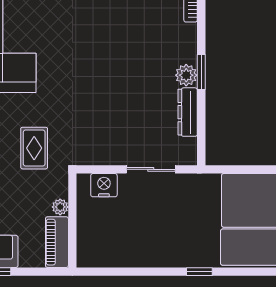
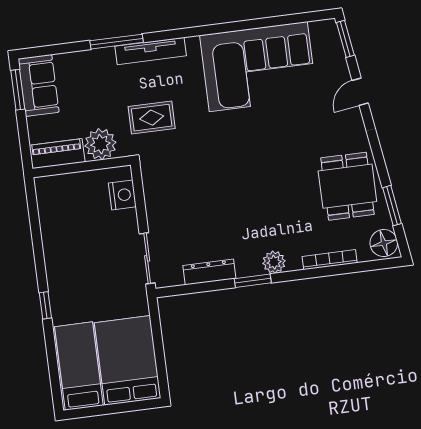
plant: (186, 75) -> (274, 262), moved
sliding door: (151, 169) -> (147, 258), moved
plant: (60, 207) -> (100, 144), width x1.88, depth x1.88

